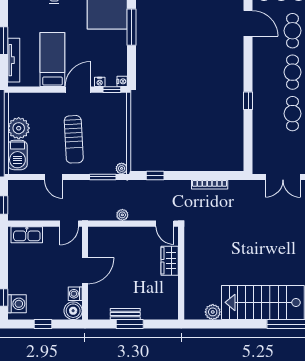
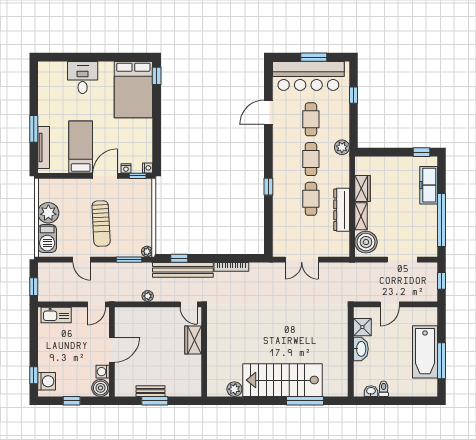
door: (248, 23) -> (268, 112), swing flipped
window: (132, 27) -> (157, 116), removed
bench: (159, 188) -> (183, 270), added

